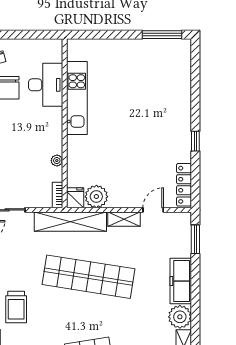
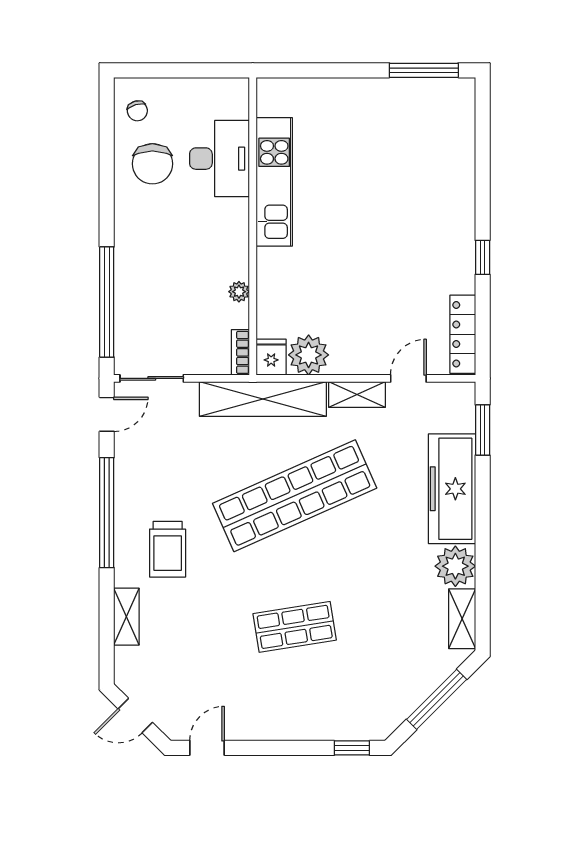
shop shelf: (88, 277) -> (295, 496), turned -33
freezer: (181, 281) -> (452, 489), width x1.36, depth x1.26

